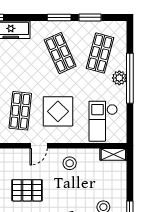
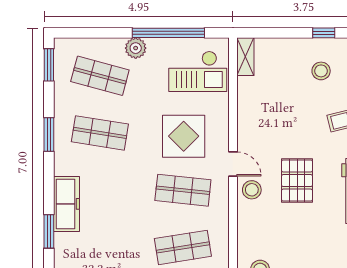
window: (90, 17) -> (49, 65), moved
shop shelf: (60, 53) -> (100, 133), turned 33
window: (130, 78) -> (168, 33), moved
stool: (70, 163) -> (252, 190), moved

